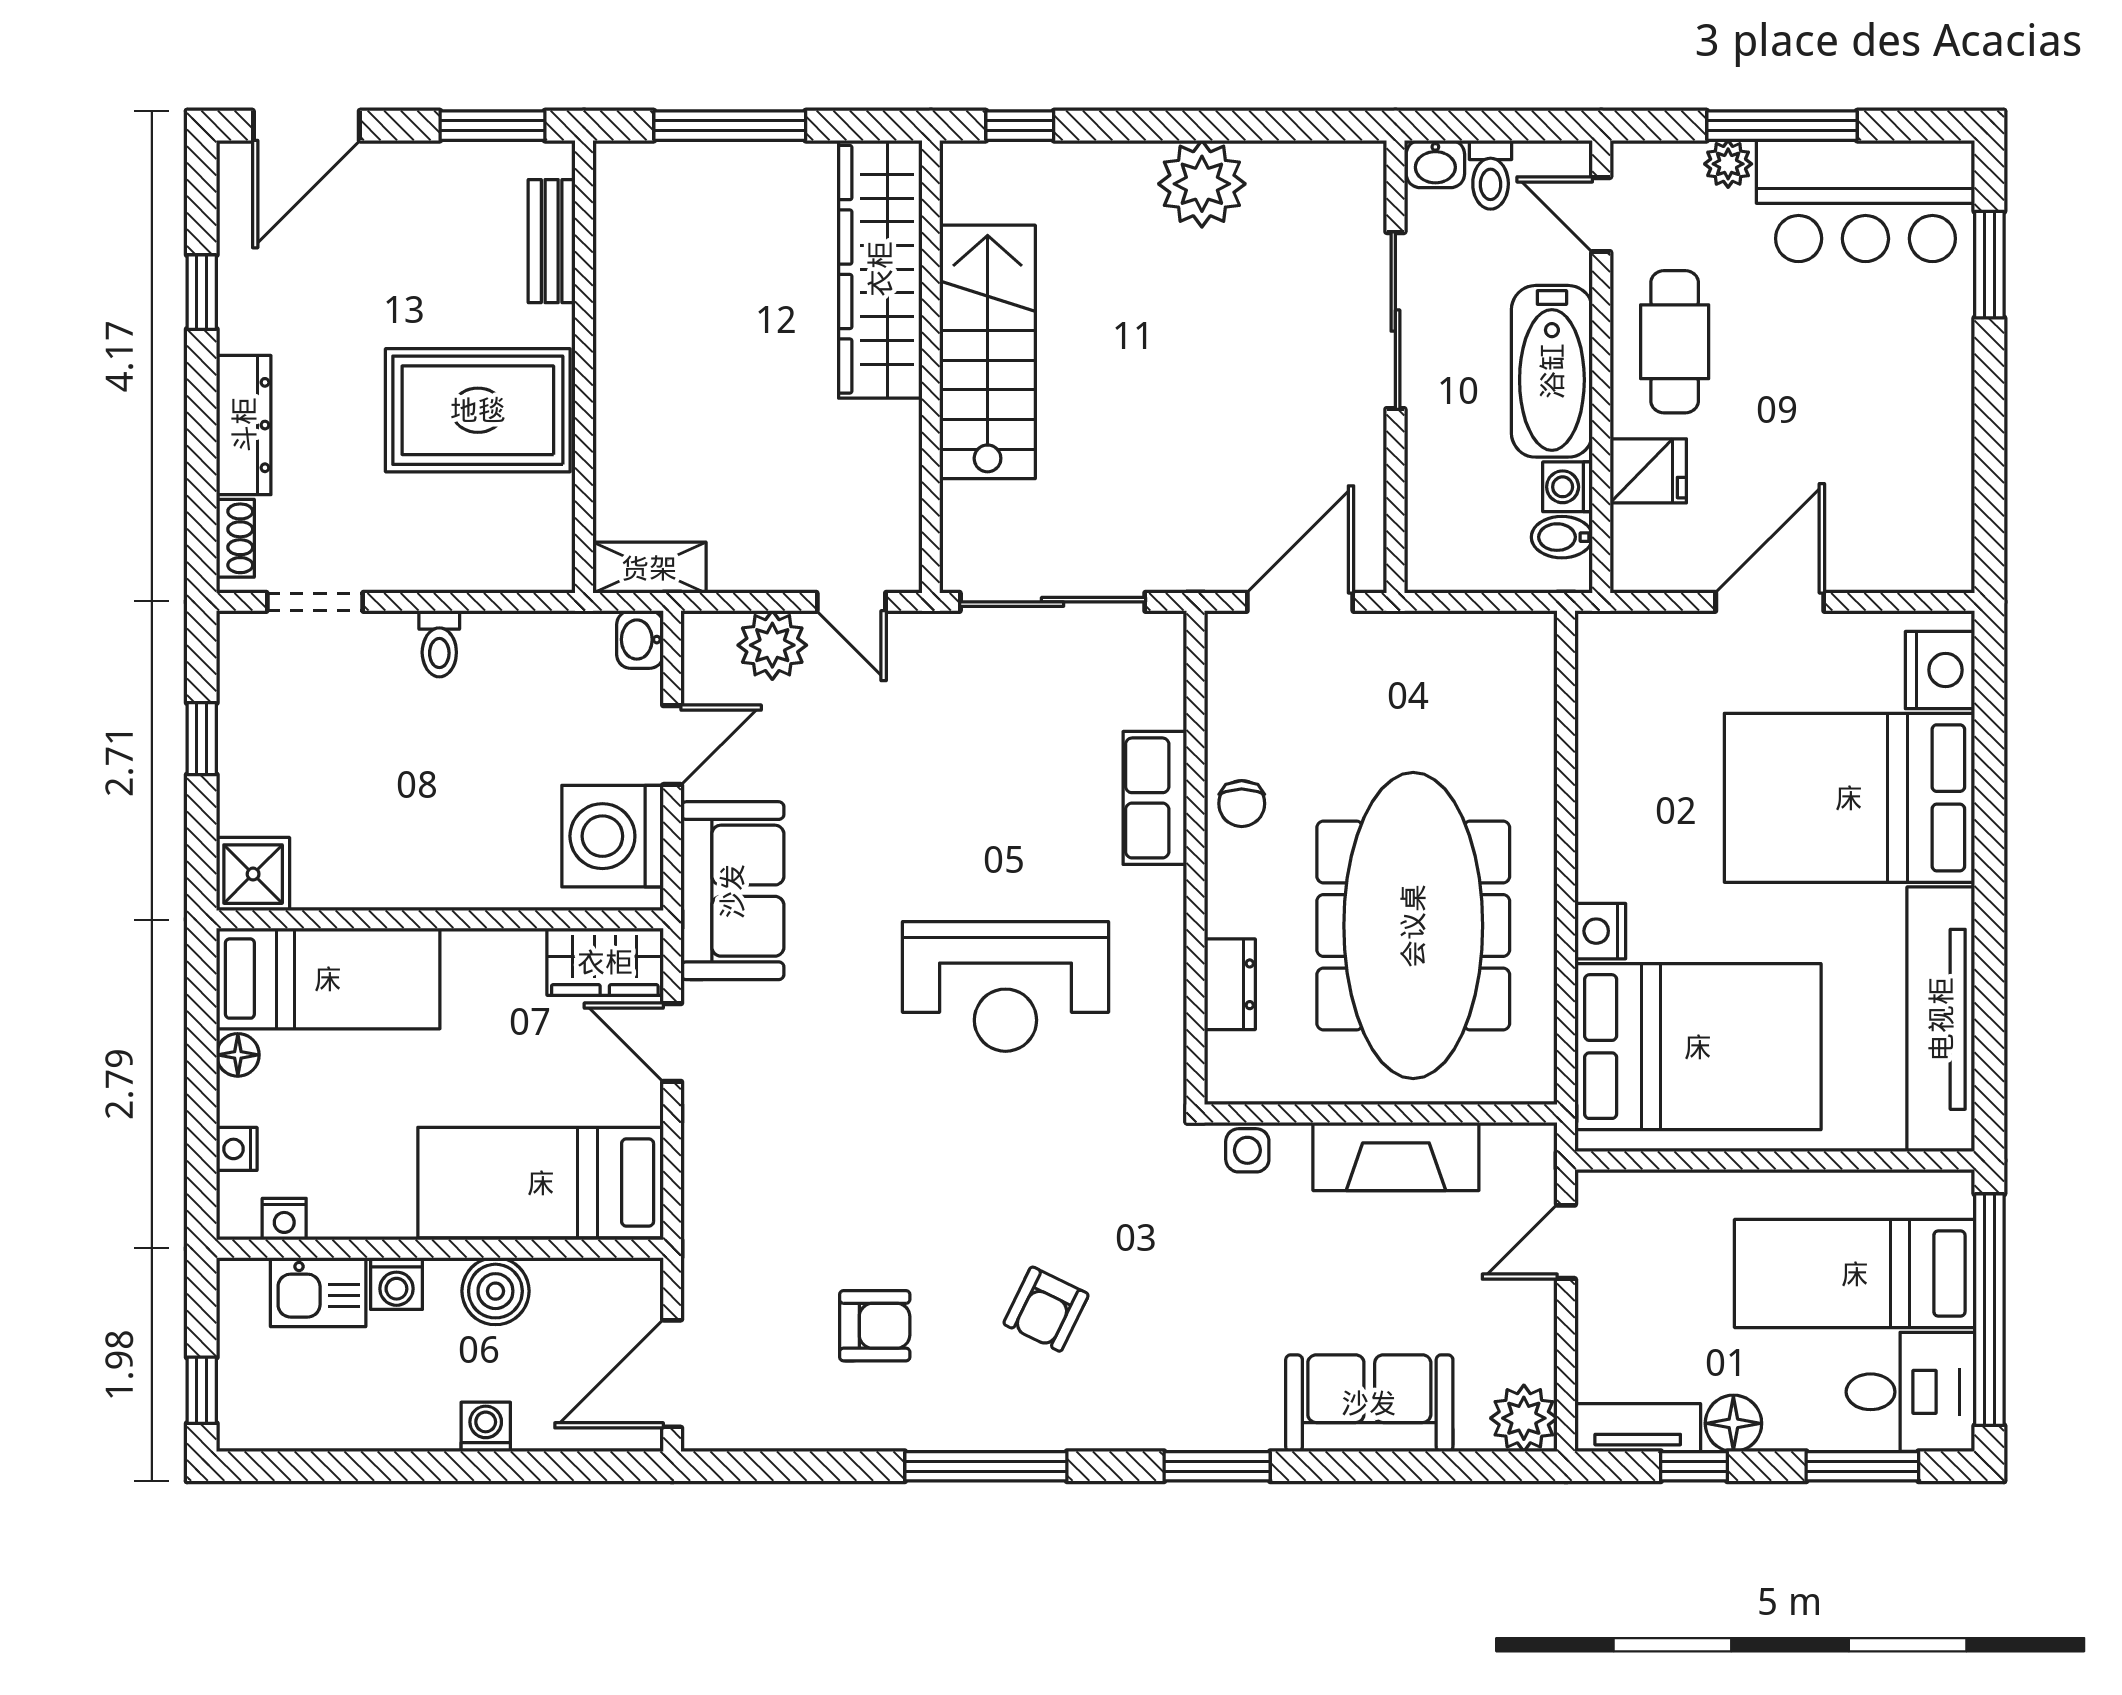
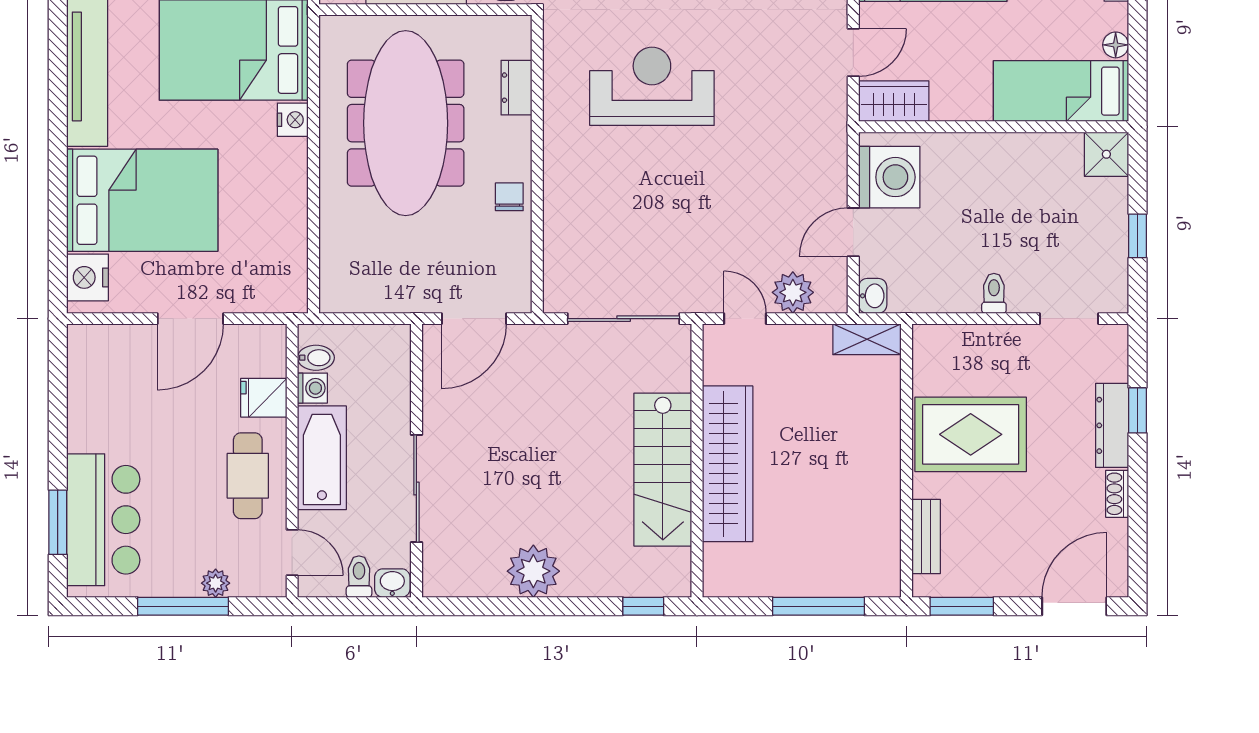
bar counter: (1865, 201) -> (103, 520), moved, turned 90
wardrobe: (880, 269) -> (728, 464), moved
window: (202, 292) -> (1137, 410), moved
shoe rack: (235, 538) -> (1117, 494), moved
row of seats: (1155, 798) -> (562, 200), removed
sofa: (732, 891) -> (817, 144), removed
door: (672, 1042) -> (853, 52), hinge flipped

